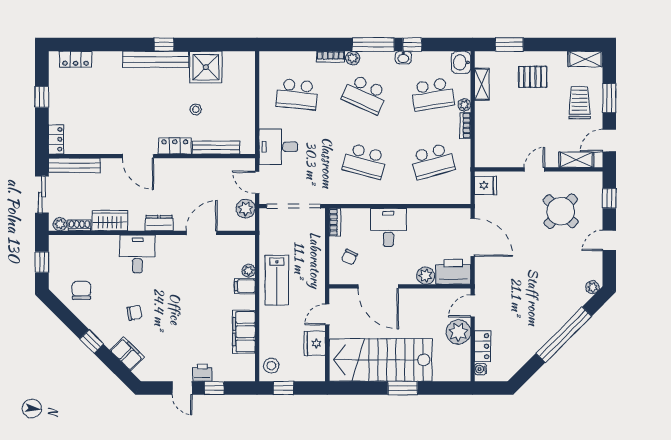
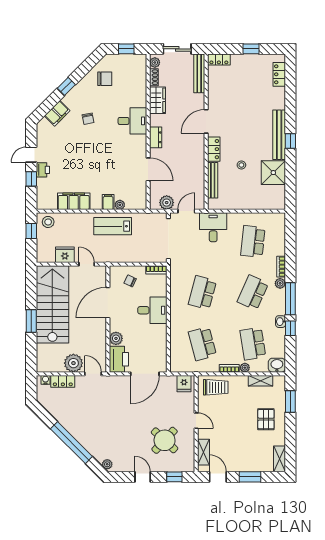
trolley: (579, 103) -> (216, 387), moved

